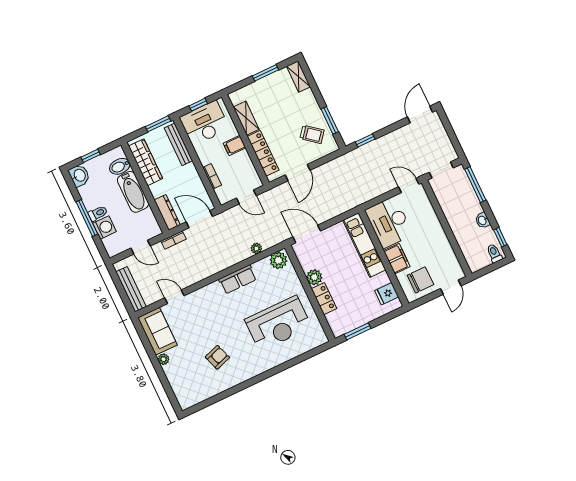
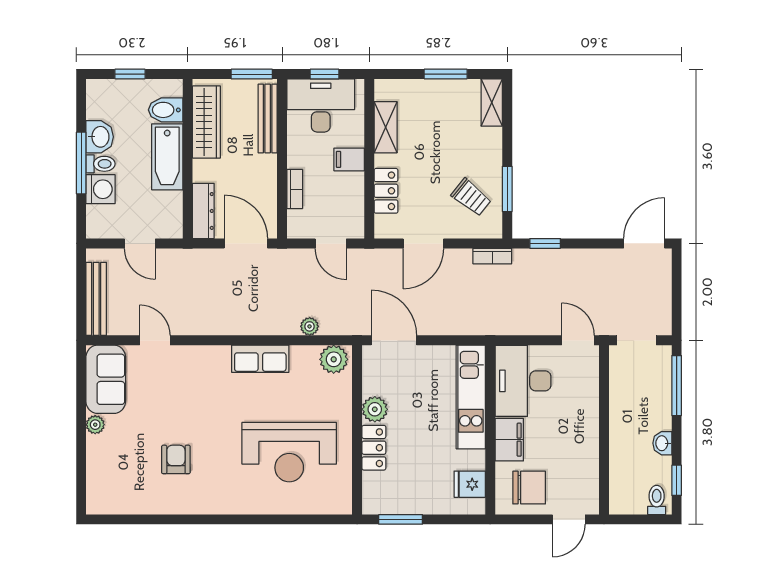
locker: (263, 153) -> (386, 191), width x0.66
washbasin: (79, 175) -> (100, 137), moved
bookcase: (173, 240) -> (492, 256), moved
armchair: (217, 357) -> (176, 459), turned -71

